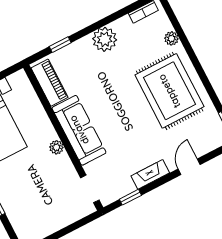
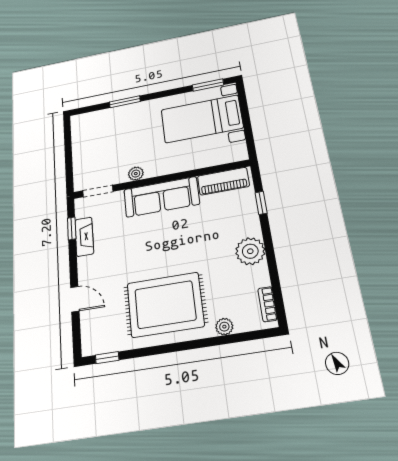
plant: (56, 147) -> (136, 174), moved
fireplace: (150, 174) -> (84, 237), moved

